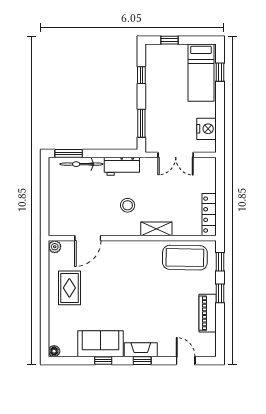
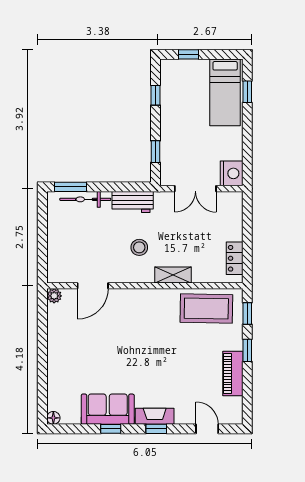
window: (141, 123) -> (155, 152), width x0.67
nightstand: (207, 129) -> (232, 173), moved
locker: (209, 215) -> (235, 258), width x0.66
rug: (69, 288) -> (71, 344), removed

